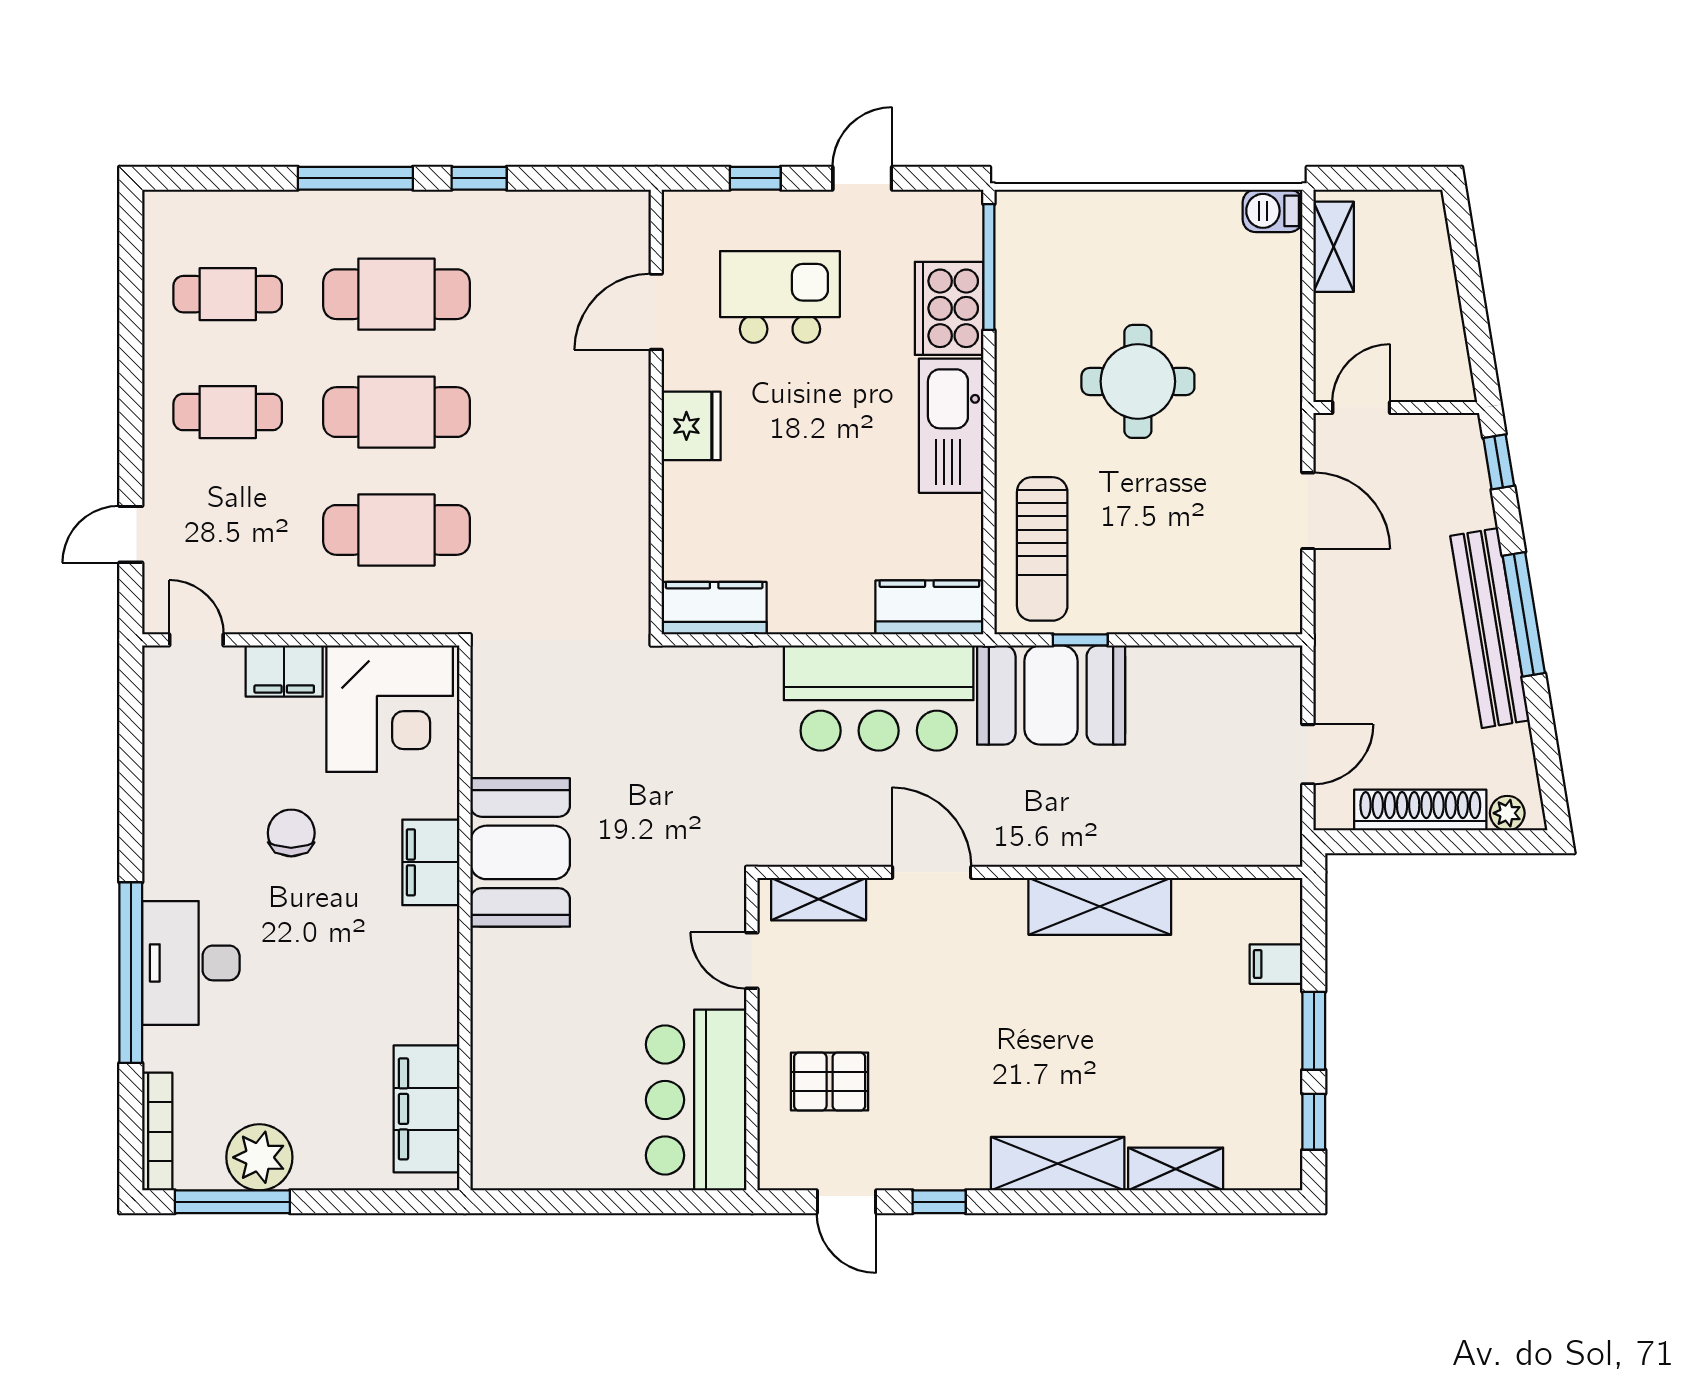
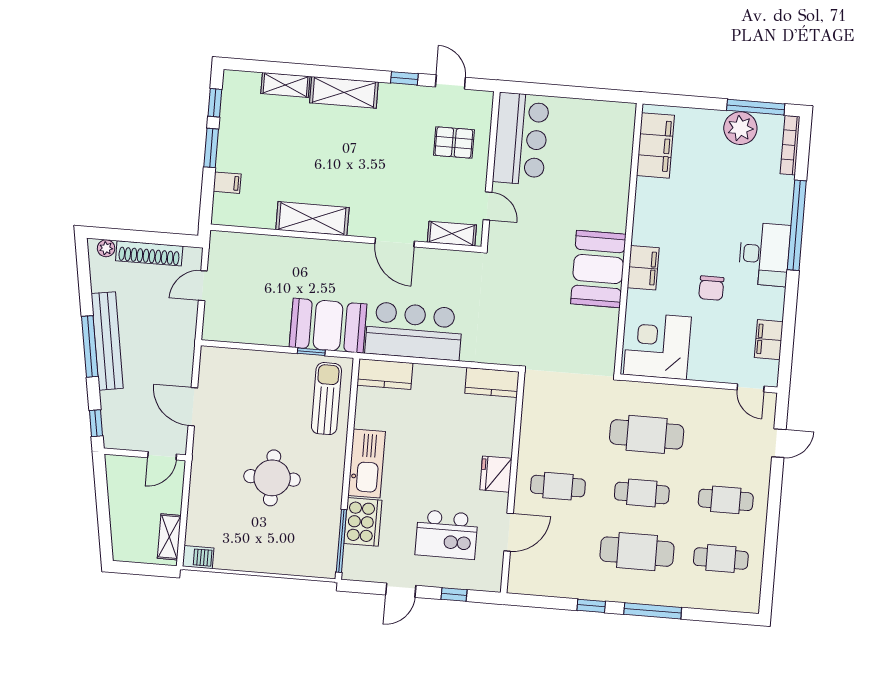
cafe table: (396, 412) -> (642, 493), width x0.73, depth x0.74
cafe table: (565, 412) -> (558, 486), added
filing cabinet: (284, 671) -> (769, 340), moved, turned -90
desk: (191, 963) -> (764, 254), moved

